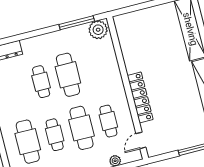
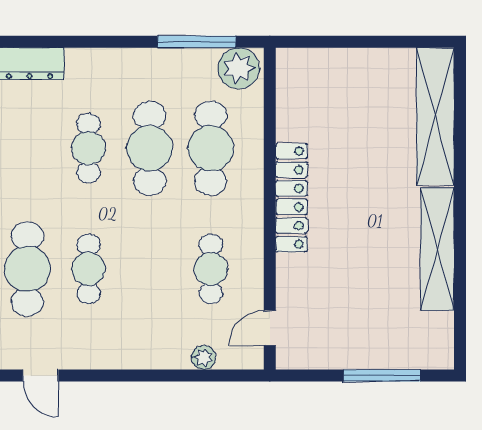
locker: (140, 97) -> (291, 198), moved
cafe table: (81, 128) -> (211, 148), moved

